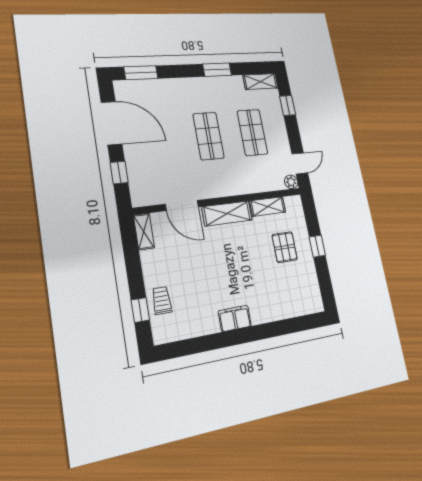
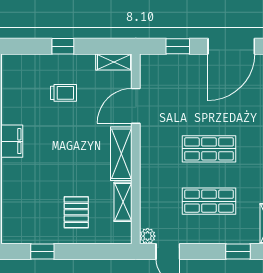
window: (317, 246) -> (42, 252), moved
pallet: (285, 247) -> (76, 212), turned 90
trolley: (162, 300) -> (64, 93), moved
window: (140, 310) -> (63, 46), moved

